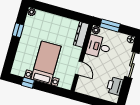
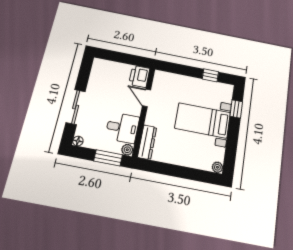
window: (18, 30) -> (236, 109), moved
bed with nightstands: (46, 63) -> (203, 120), moved, turned 90
printer: (115, 86) -> (139, 76), moved, turned 180

